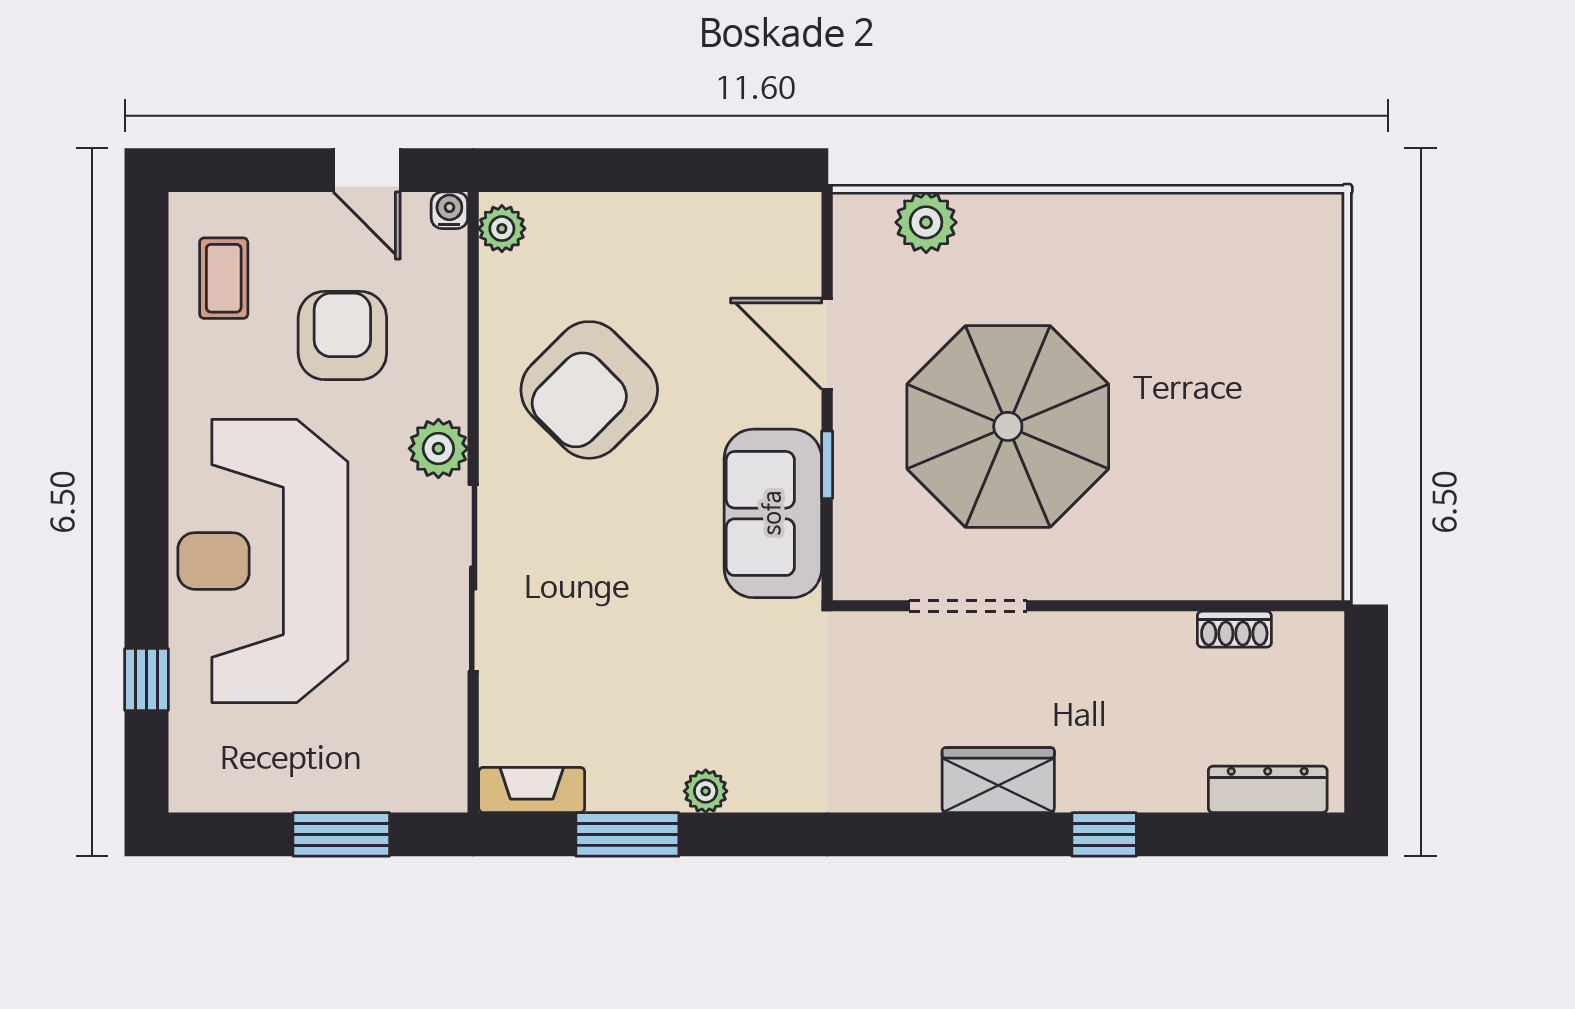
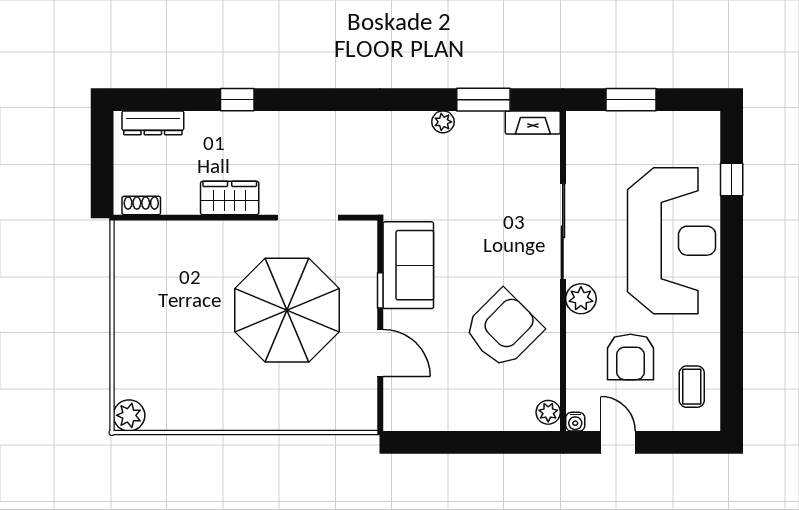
plant: (926, 222) -> (129, 415), moved
shoe rack: (1234, 629) -> (141, 205), moved
wardrobe: (998, 780) -> (230, 198), moved, turned 180

